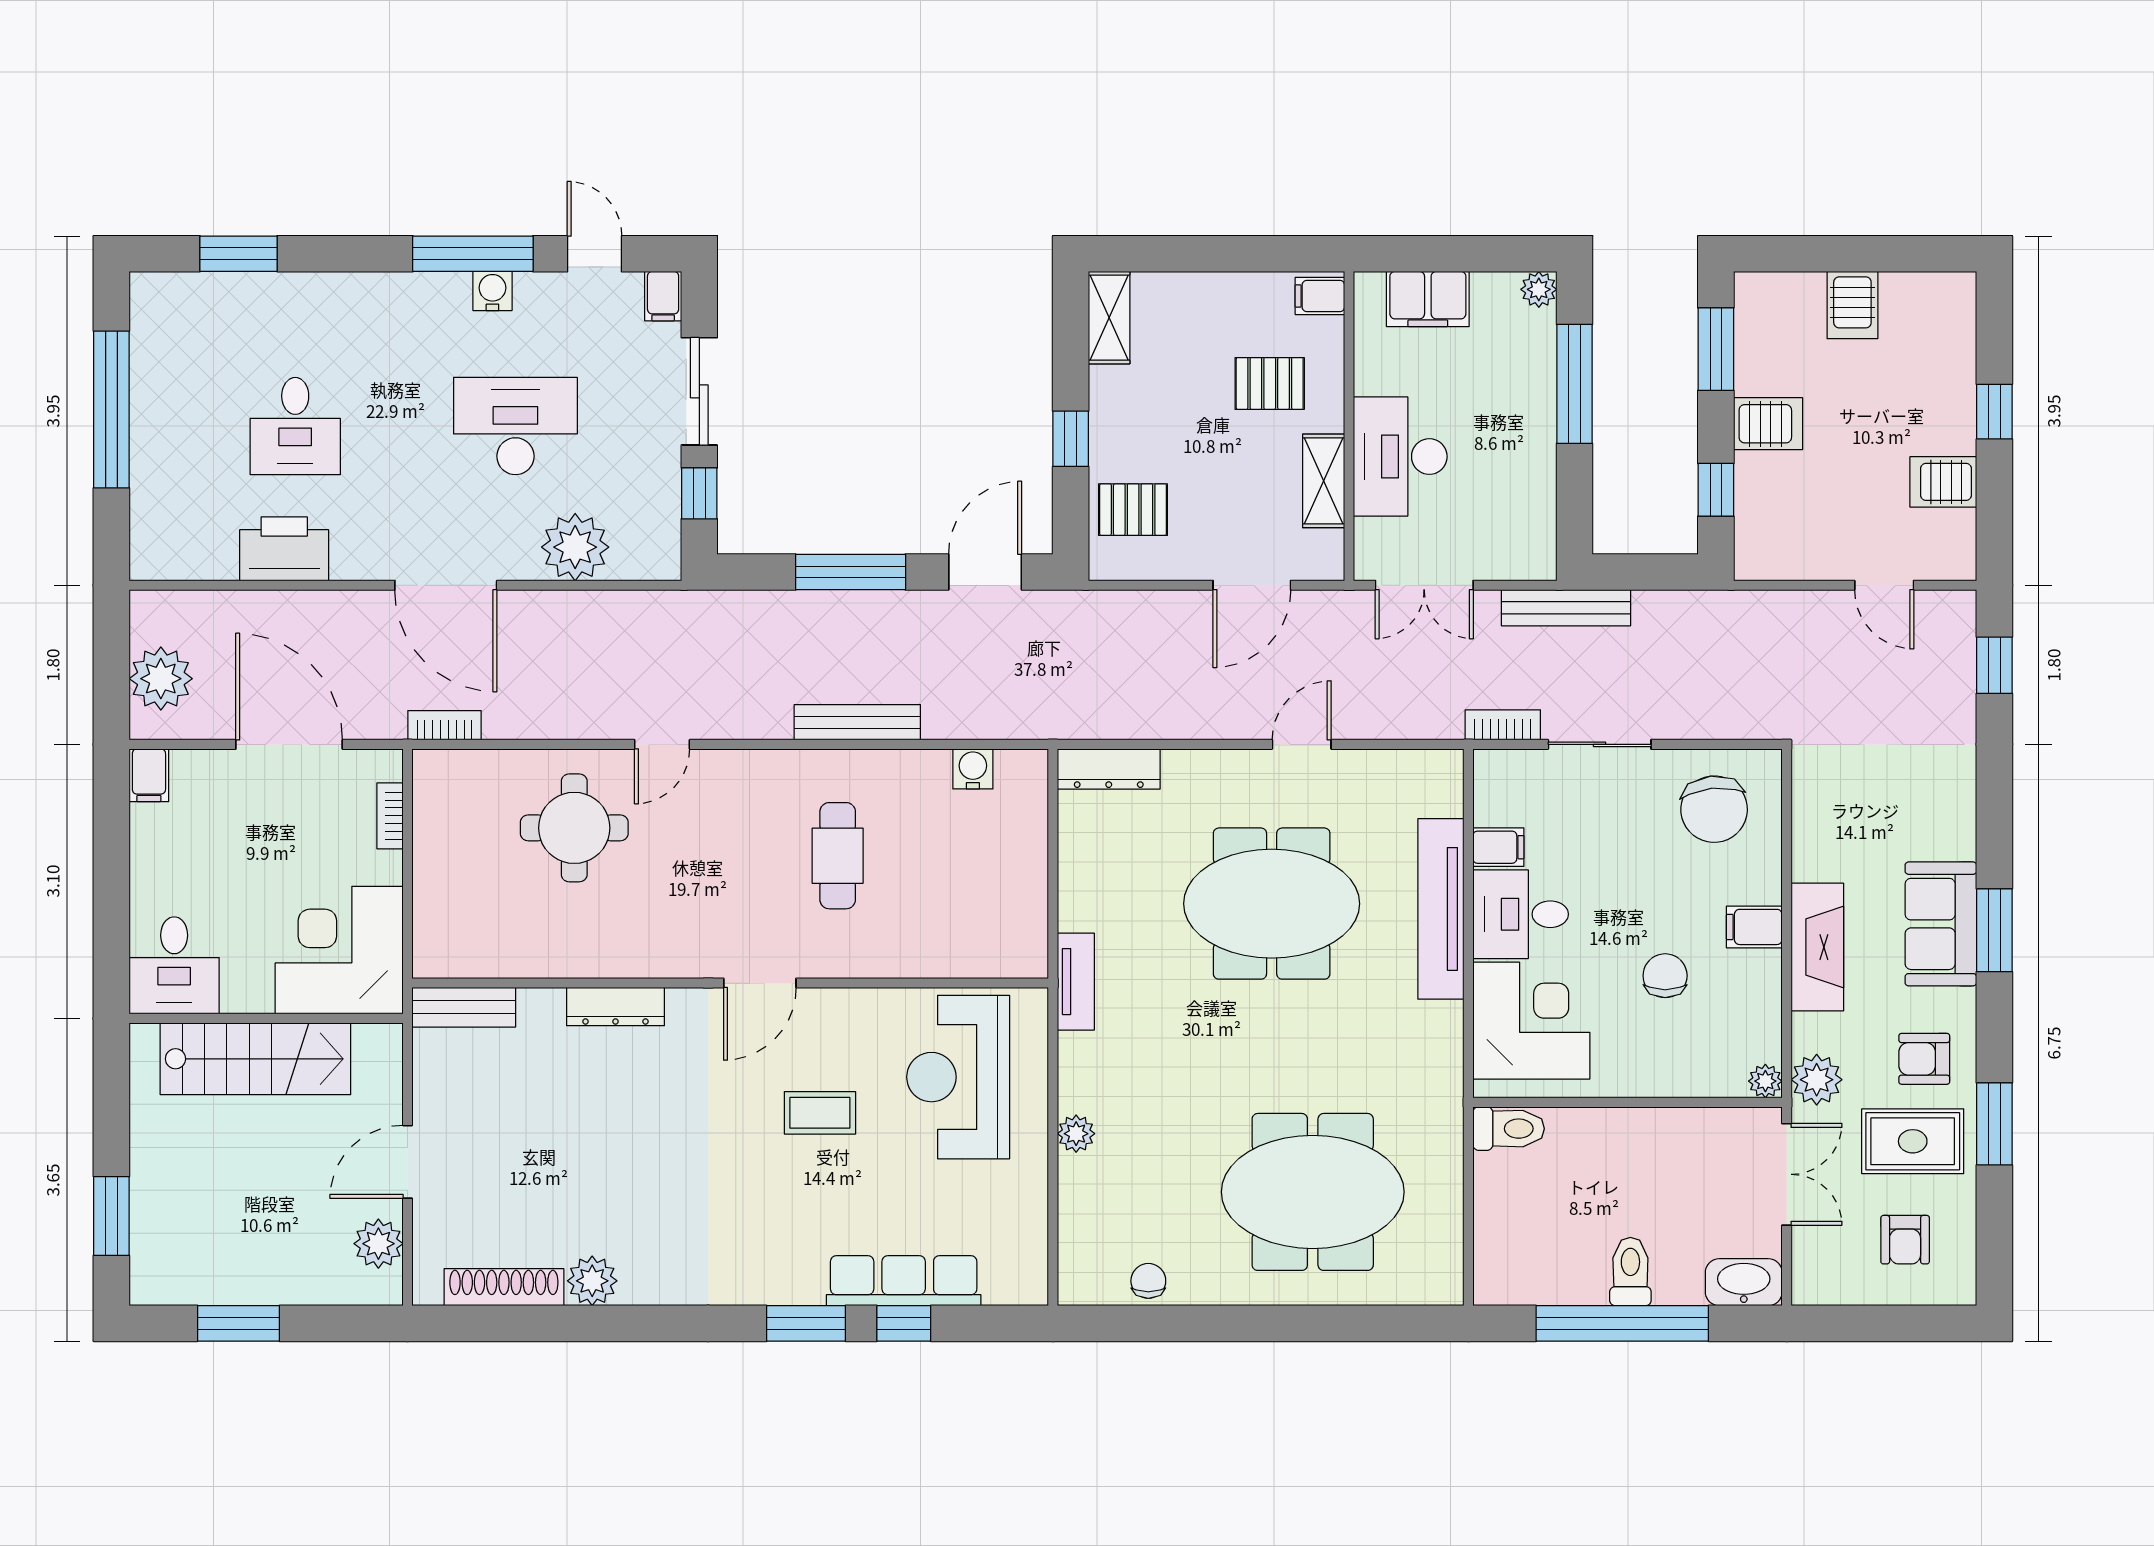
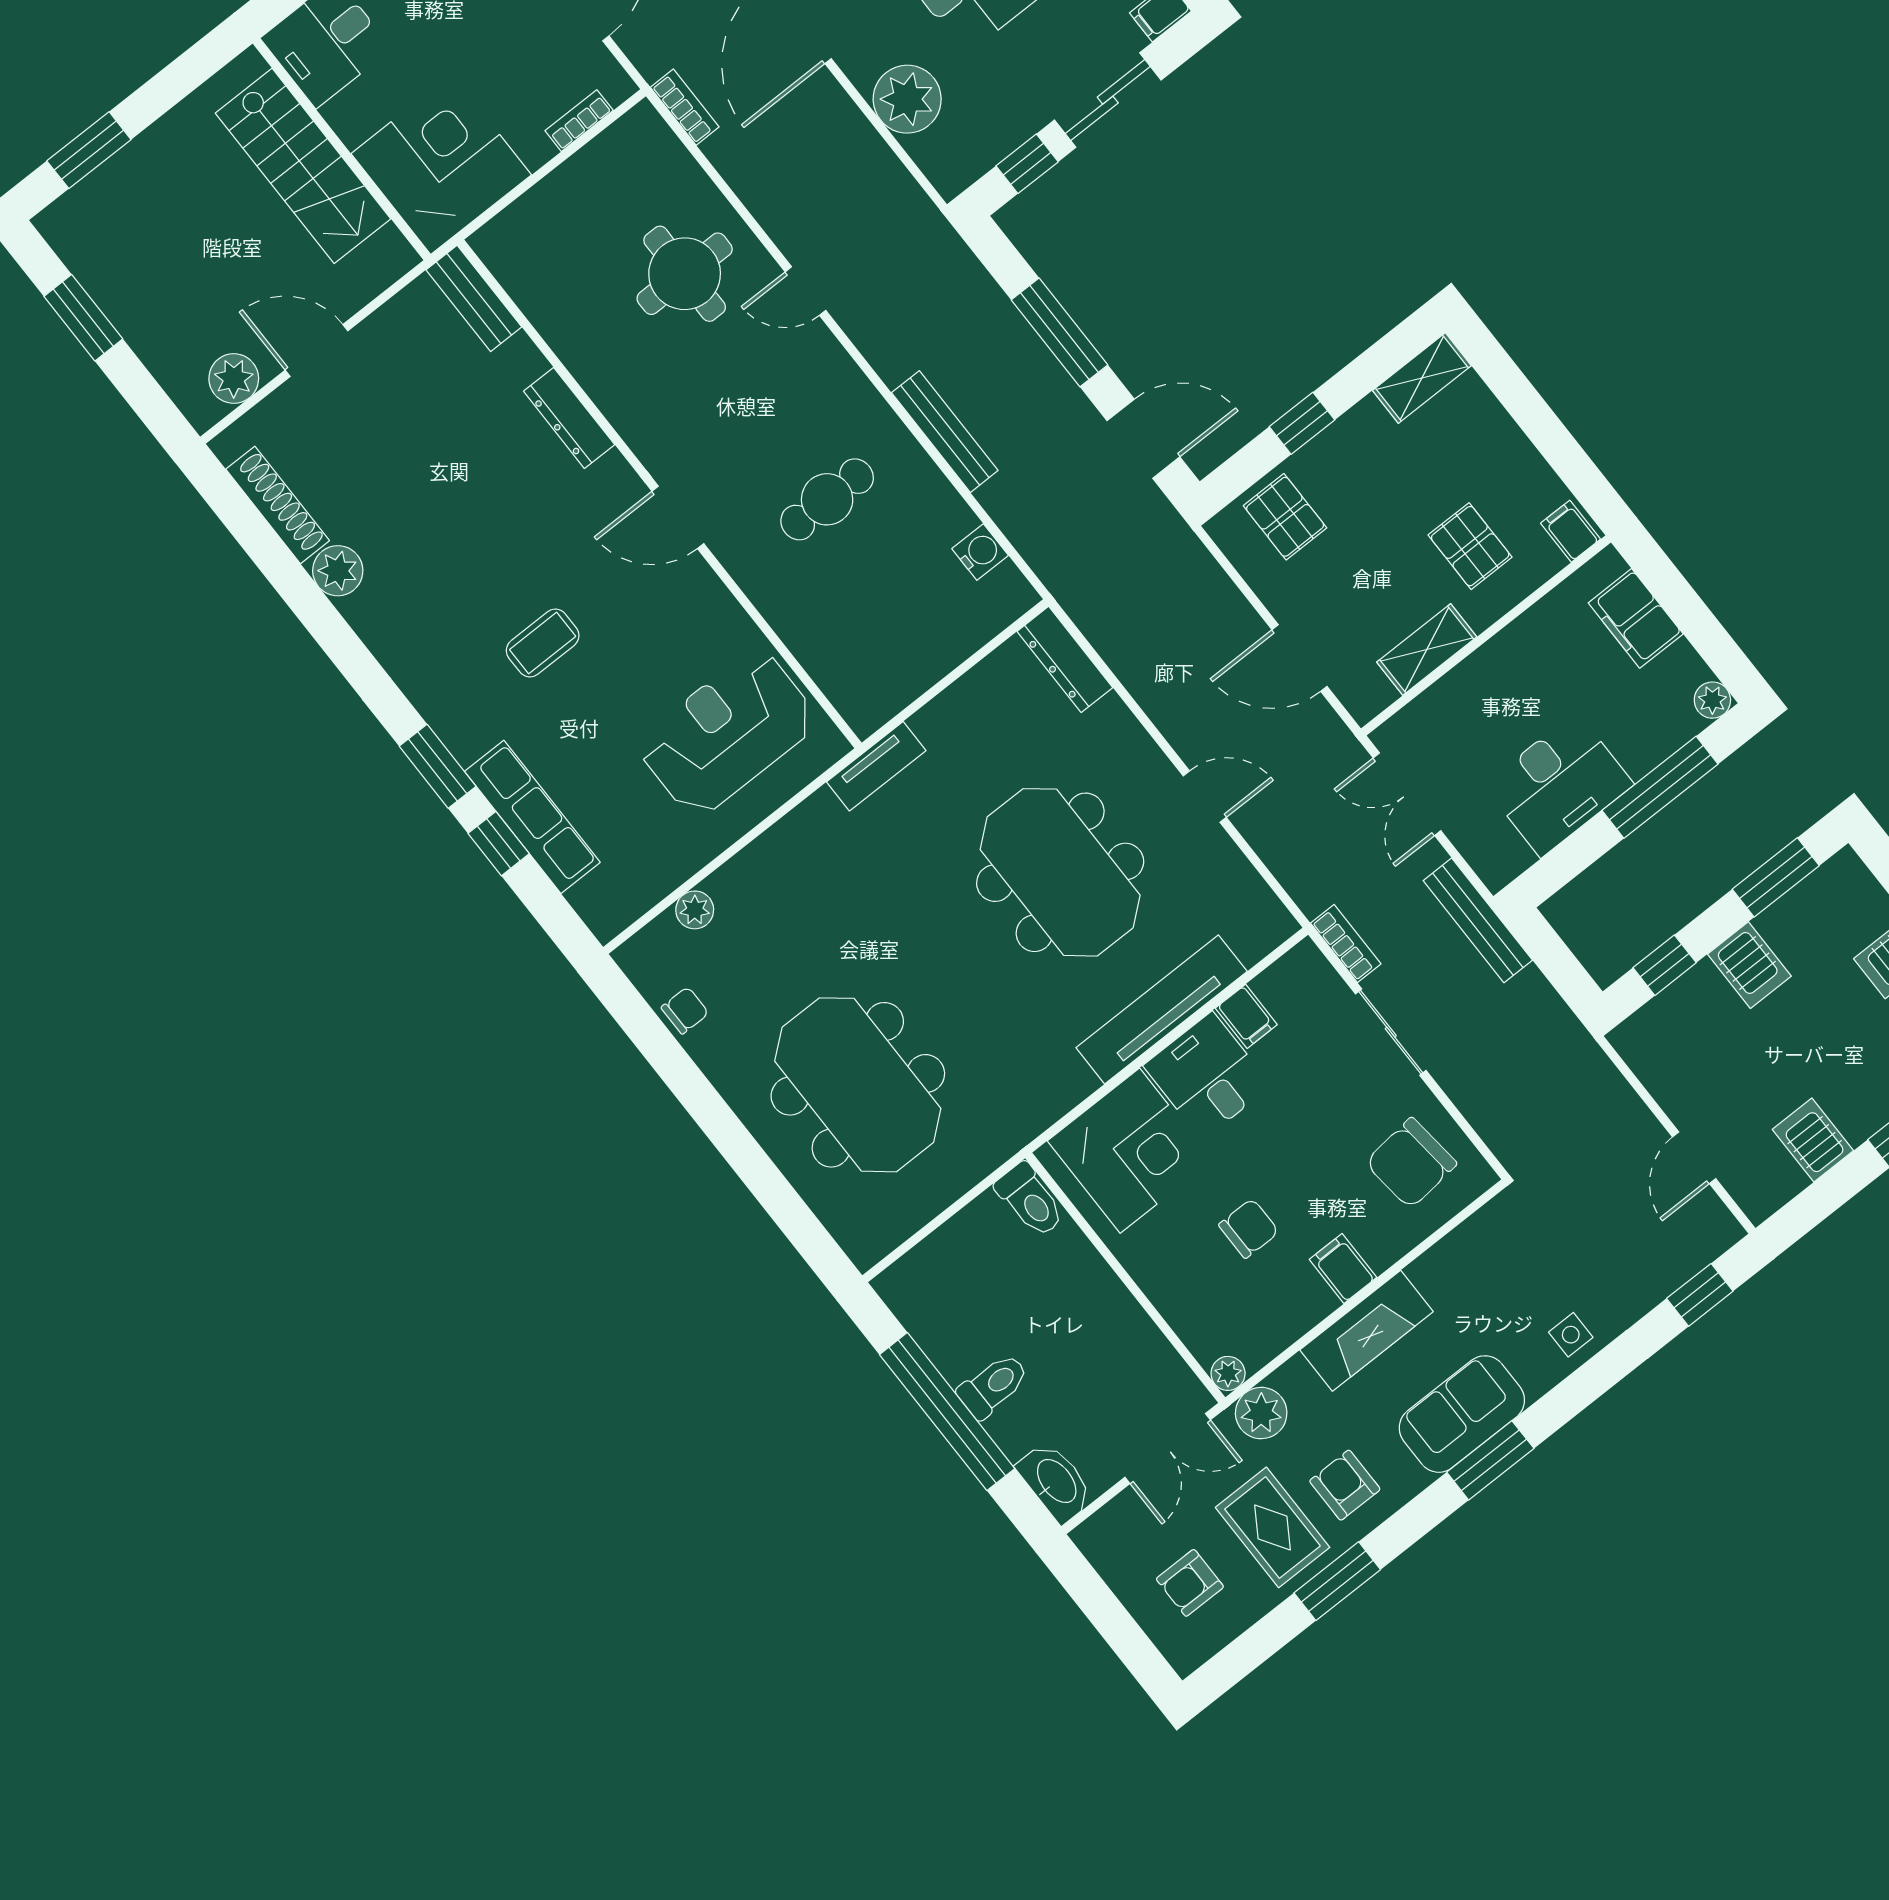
desk: (1400, 457) -> (1559, 785), moved, turned 180
side table: (1946, 790) -> (1571, 1335), added
coffee table: (820, 1113) -> (543, 643), moved, turned 90
plant: (1076, 1134) -> (695, 910), moved

